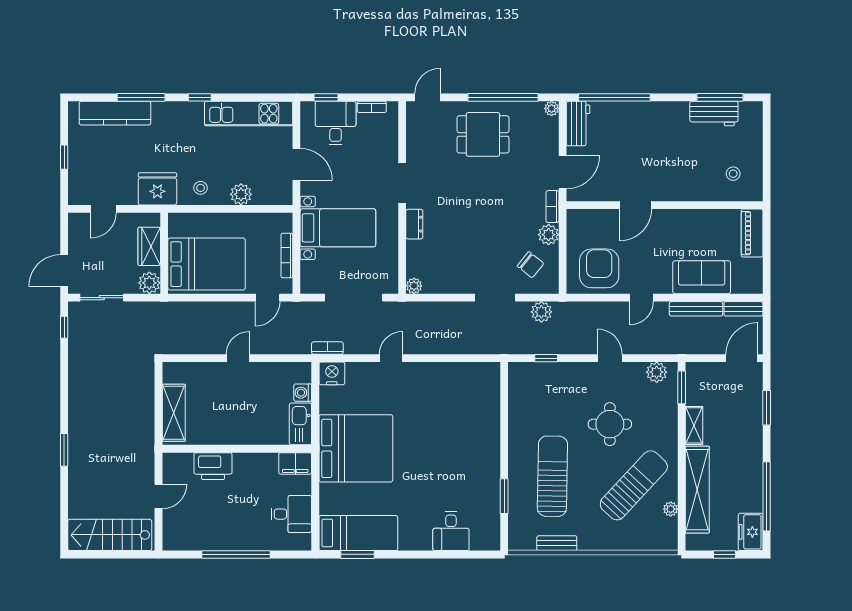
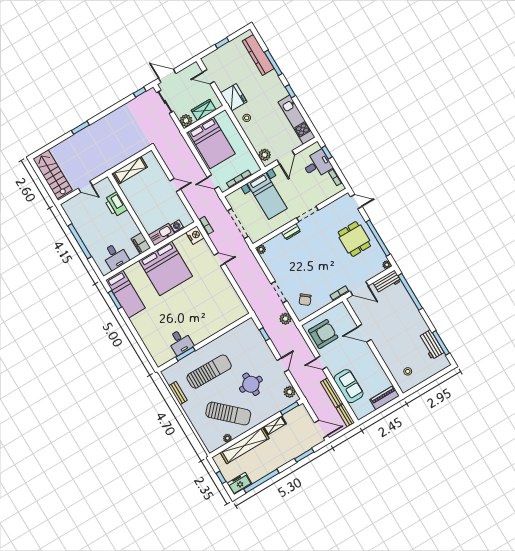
plant: (241, 194) -> (265, 155), moved
plant: (549, 235) -> (325, 300), removed
desk: (451, 531) -> (180, 342), moved, turned -90

